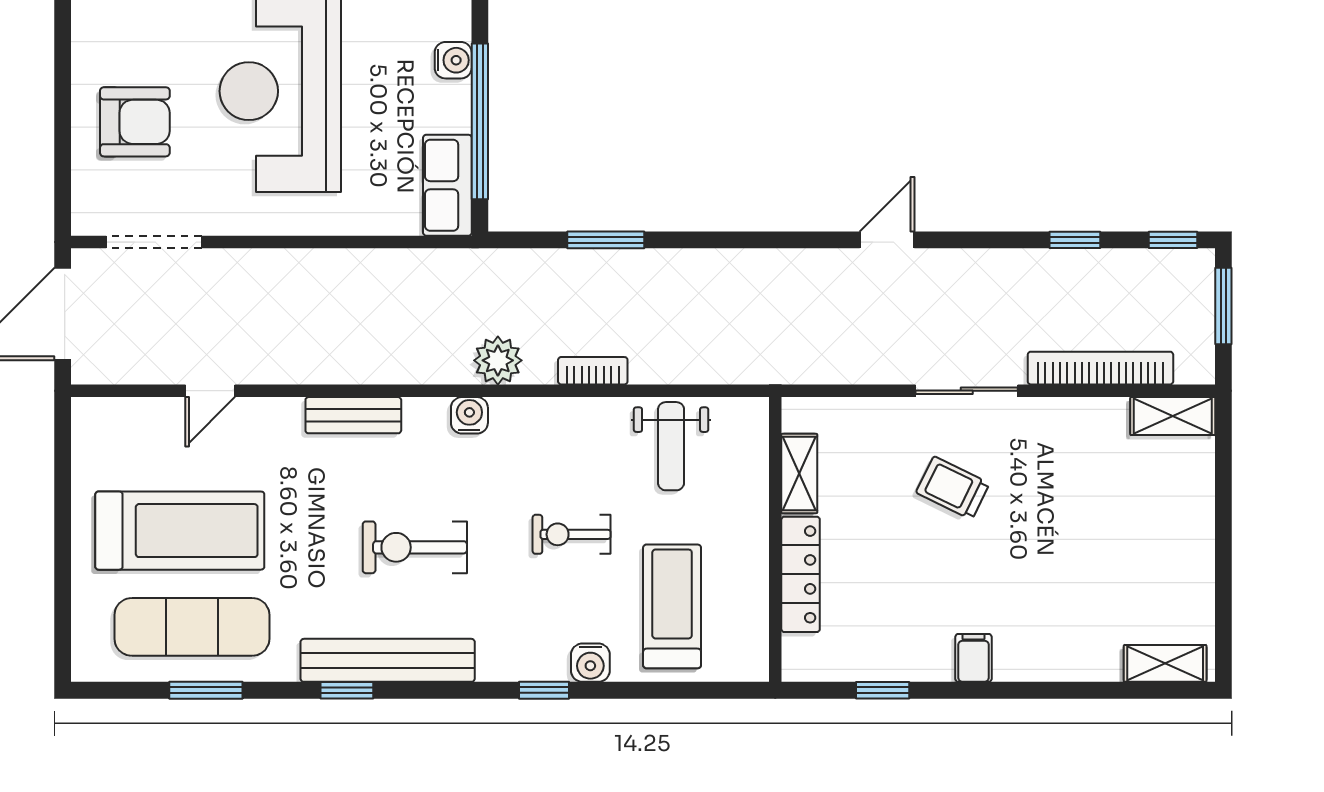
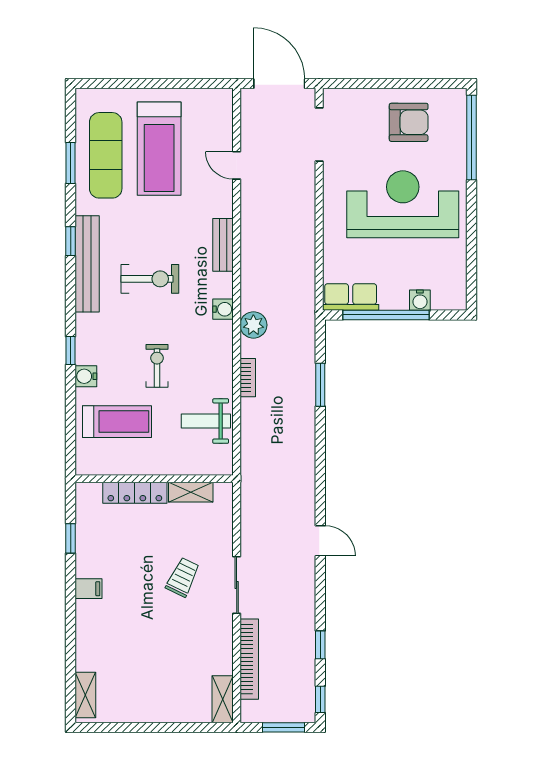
armchair: (135, 122) -> (409, 122), moved, turned -90
exercise bike: (415, 547) -> (150, 279), turned 90

